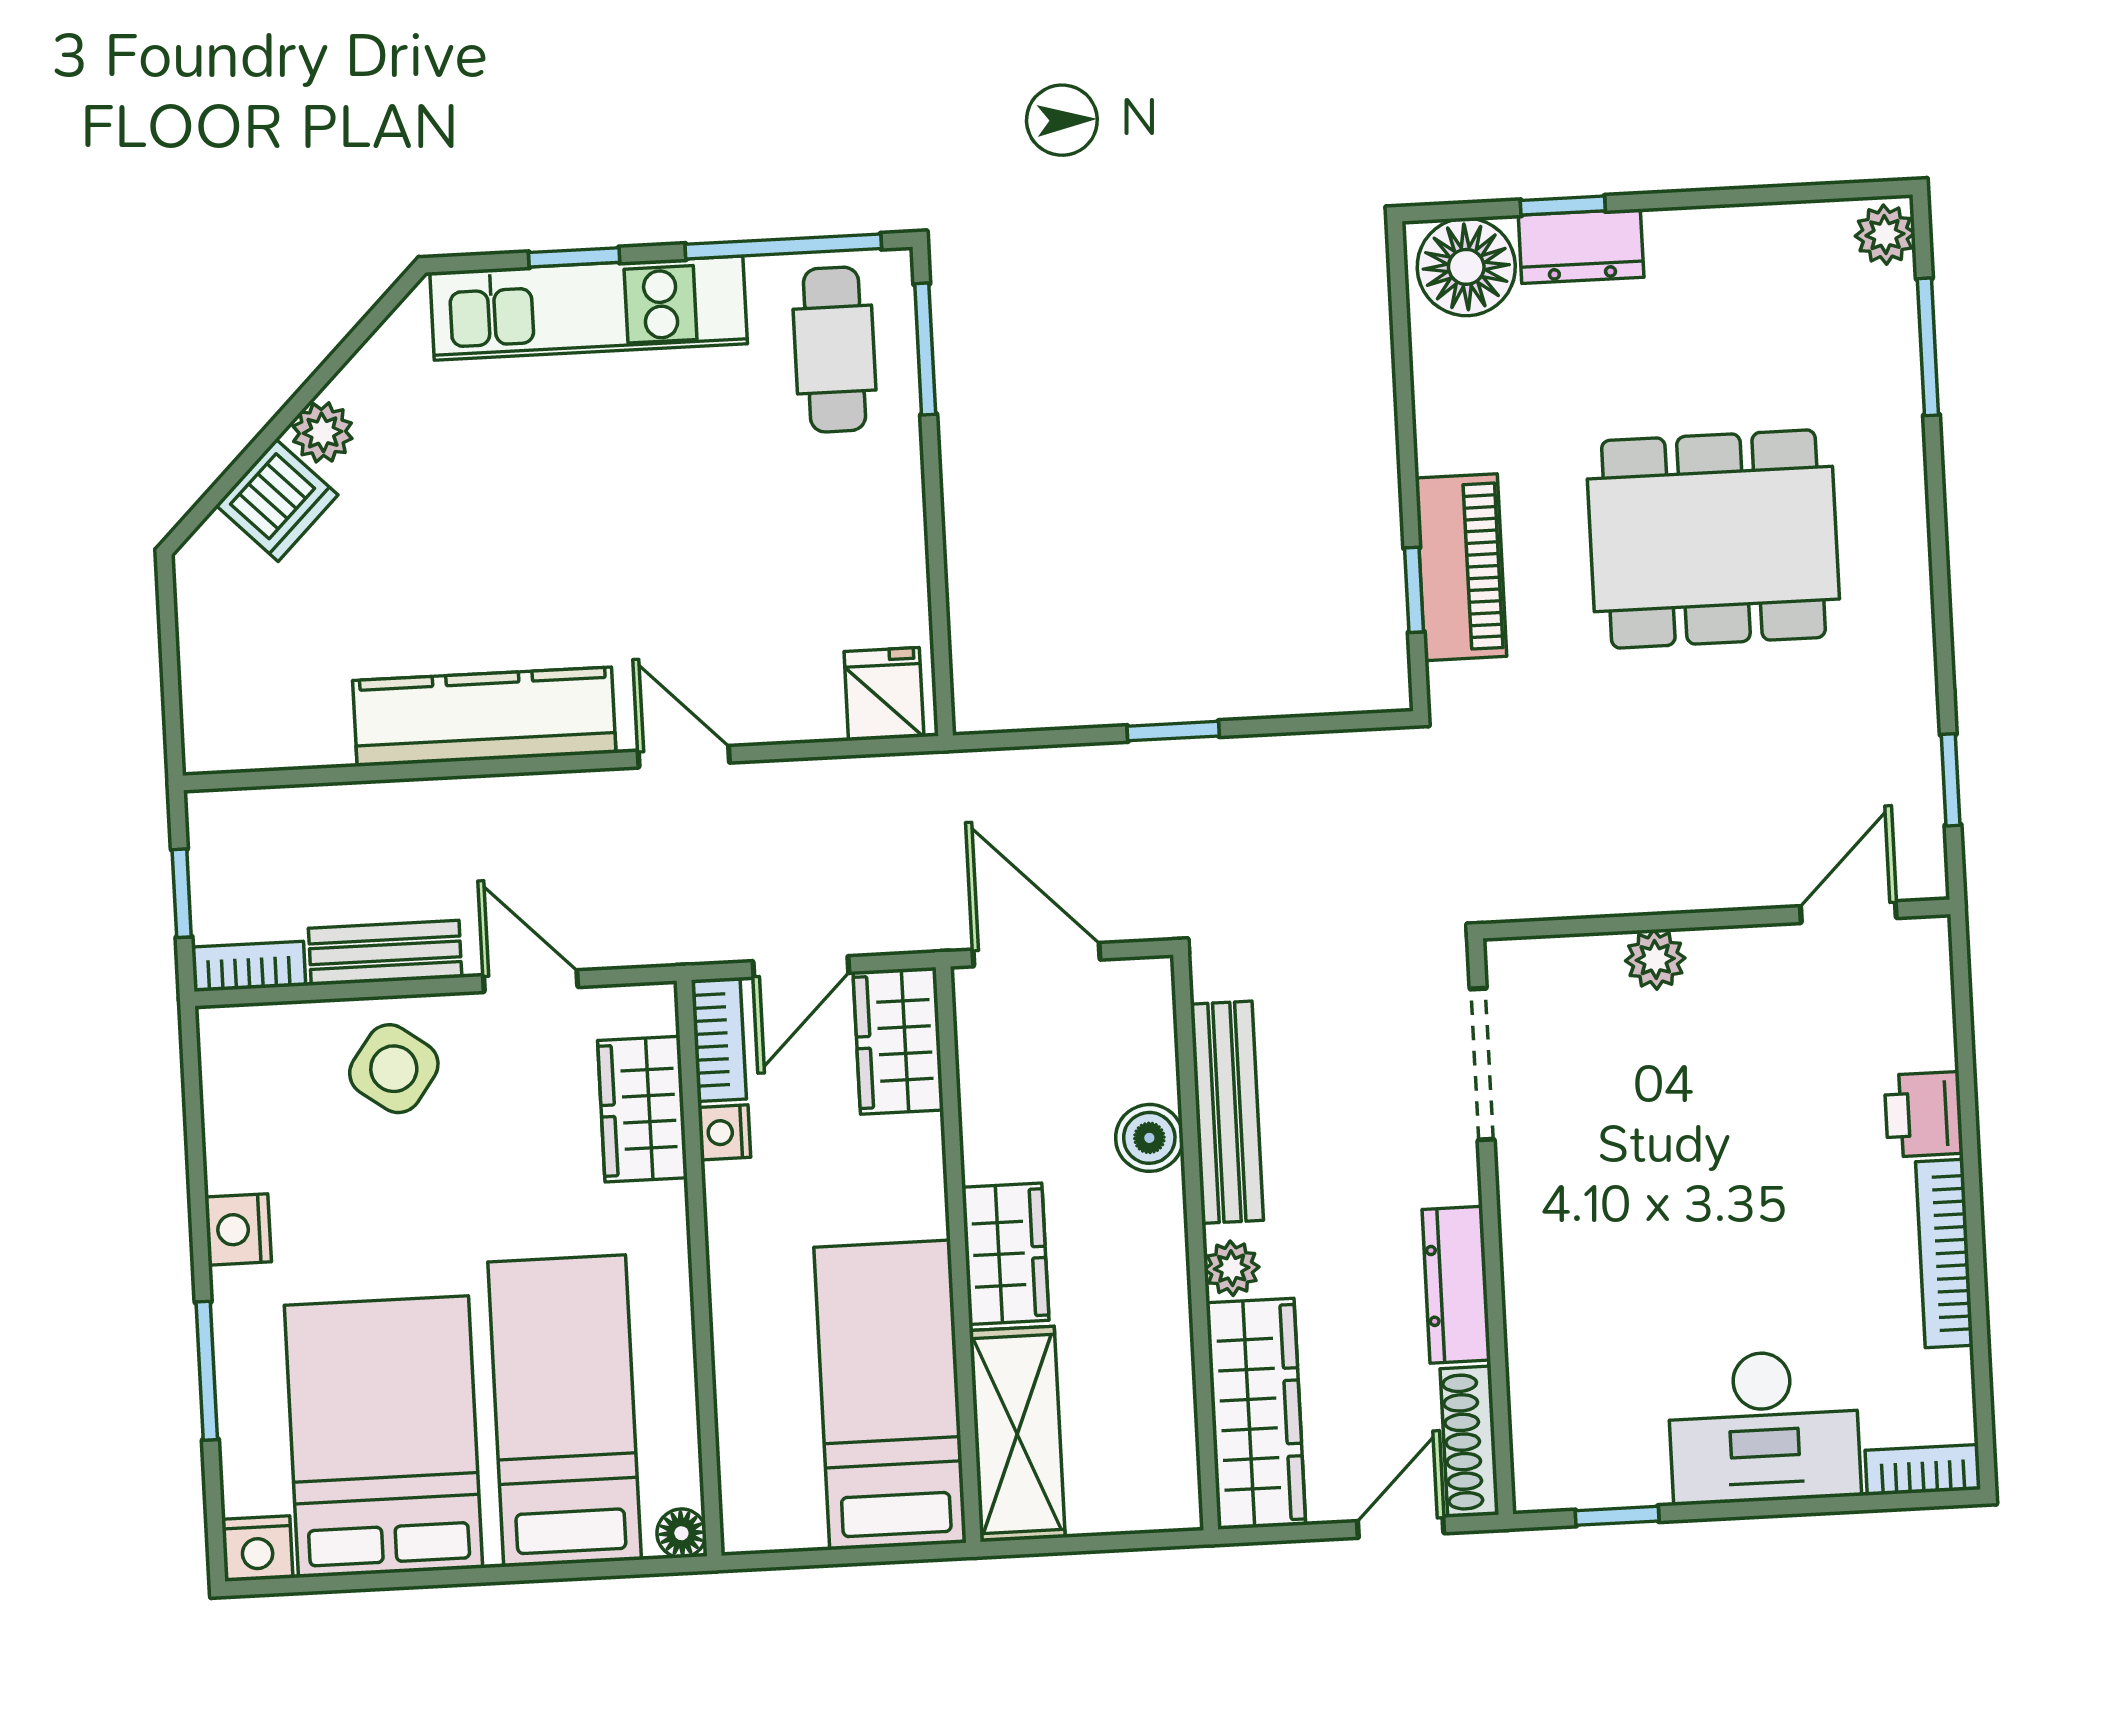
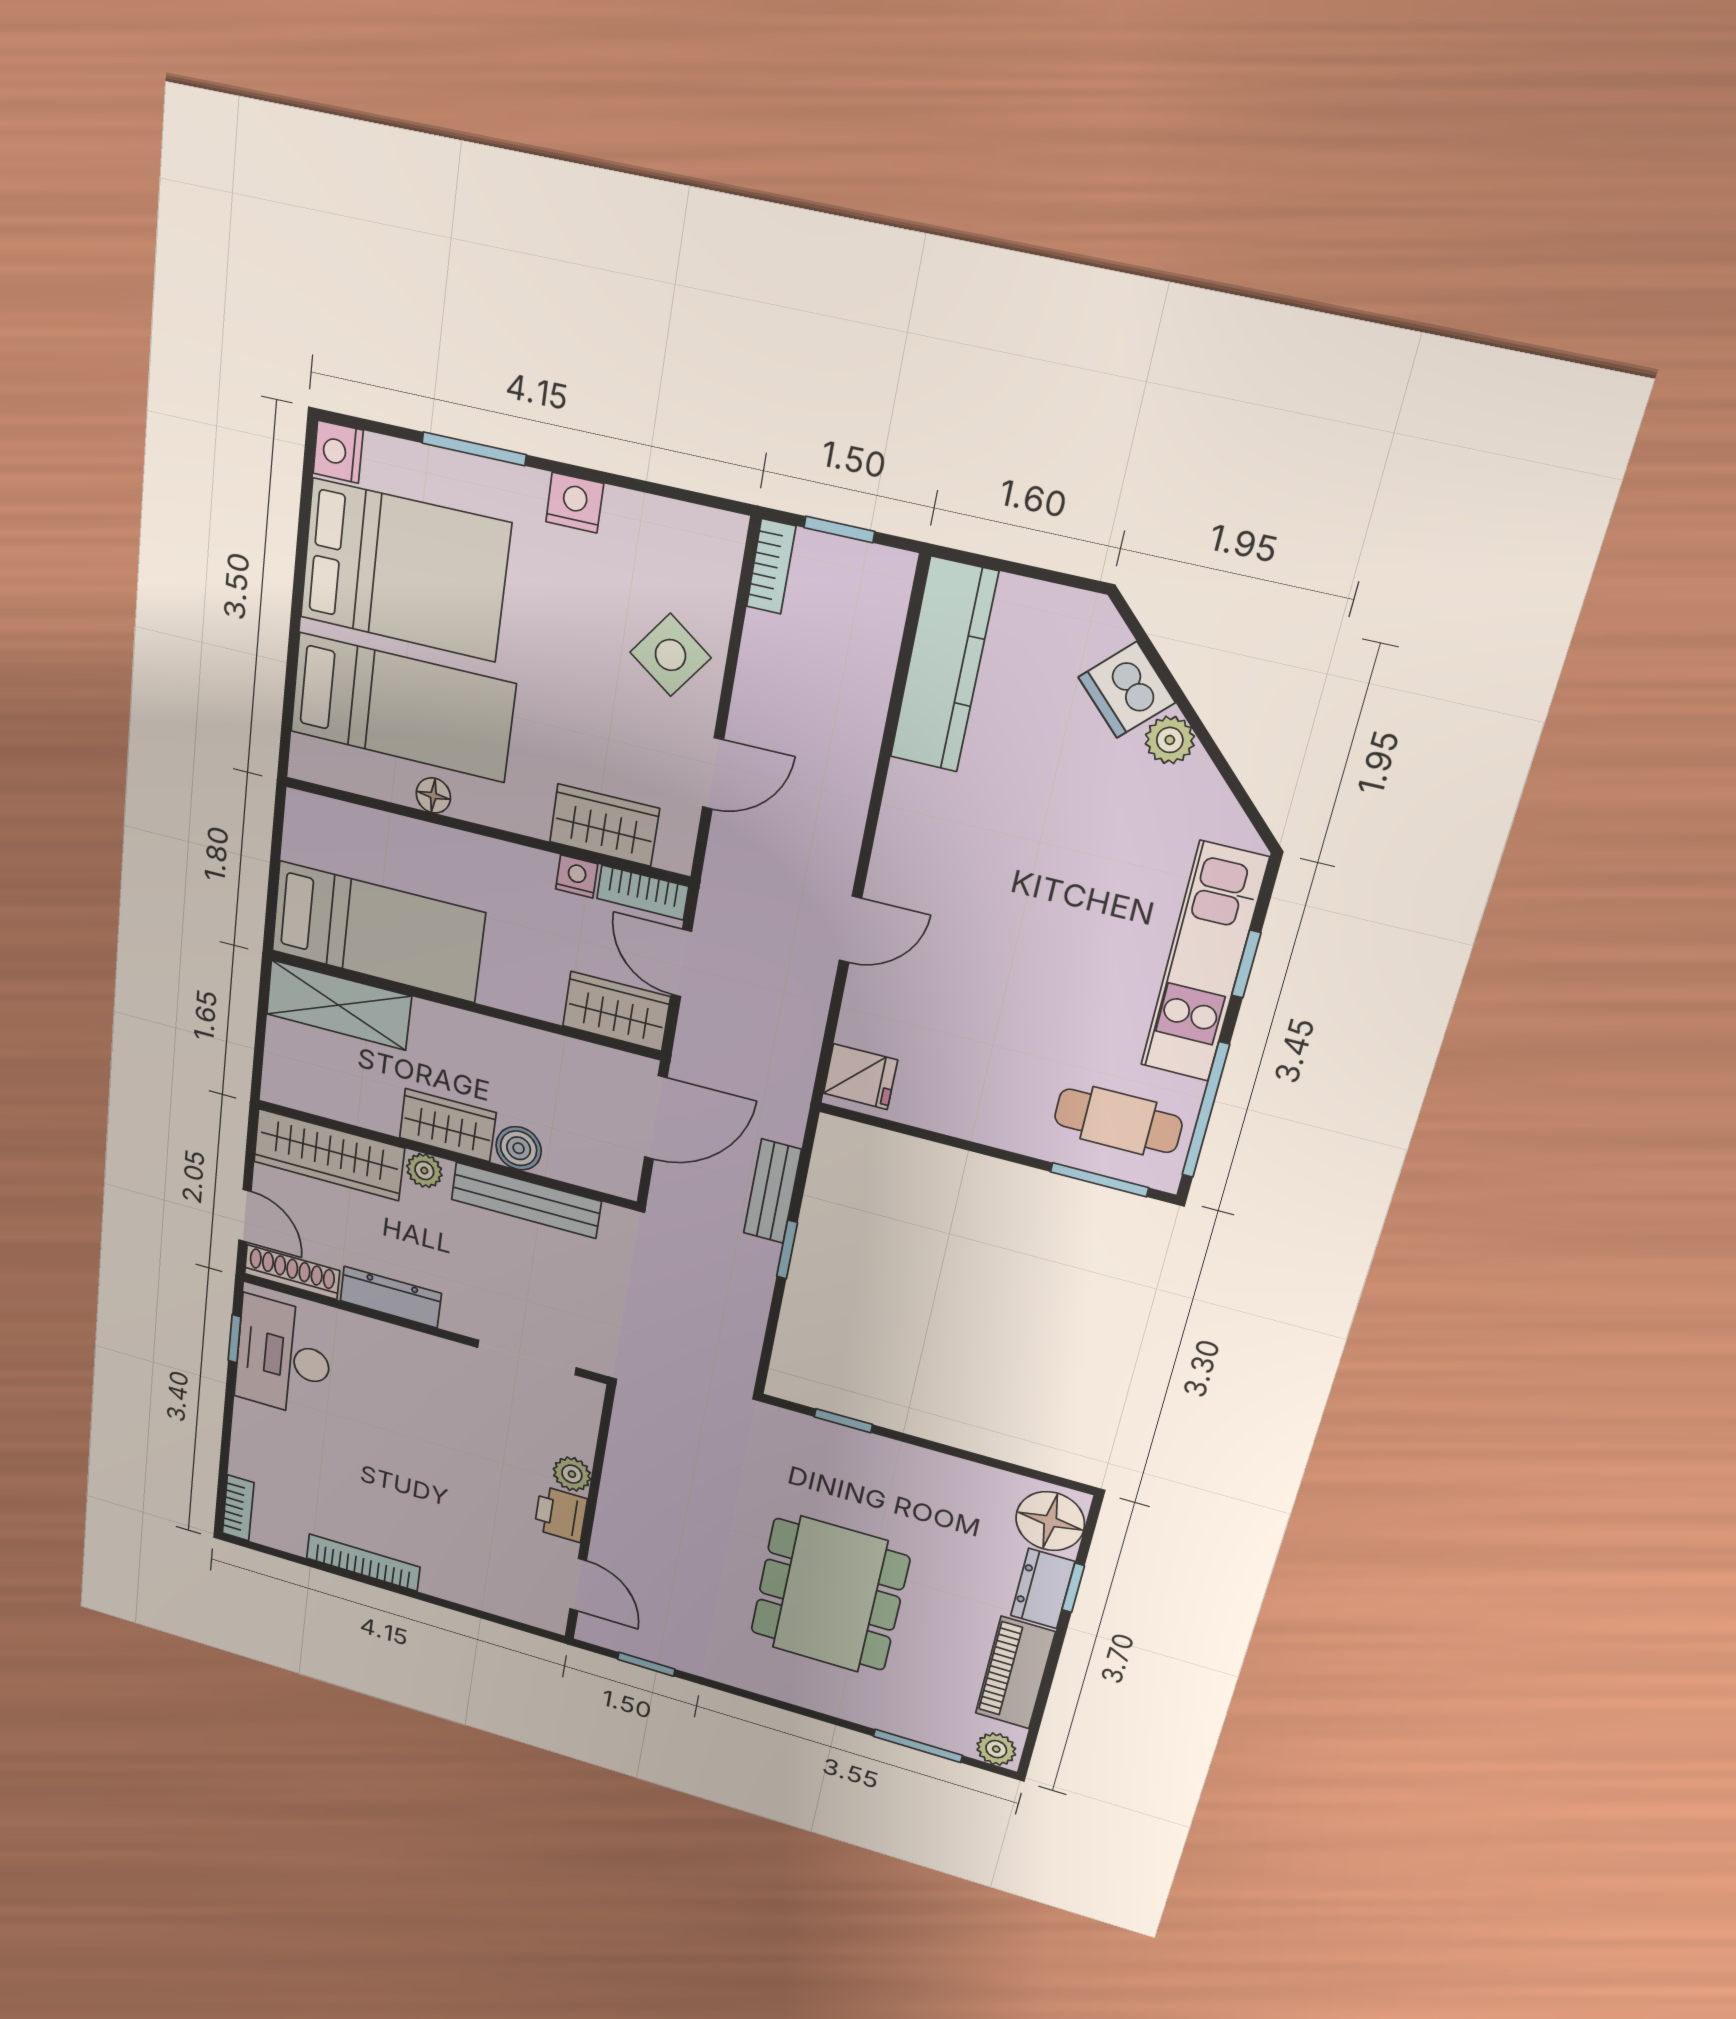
piano: (1461, 567) -> (1015, 1673), moved, turned 90
kitchen counter: (484, 717) -> (944, 665), moved
bench: (385, 953) -> (772, 1191), moved
printer: (1924, 1114) -> (561, 1514), moved, turned -90
wardrobe: (1005, 1254) -> (448, 1125), moved, turned 180
desk: (1764, 1427) -> (283, 1357), moved
floor lamp: (681, 1533) -> (433, 795), moved

